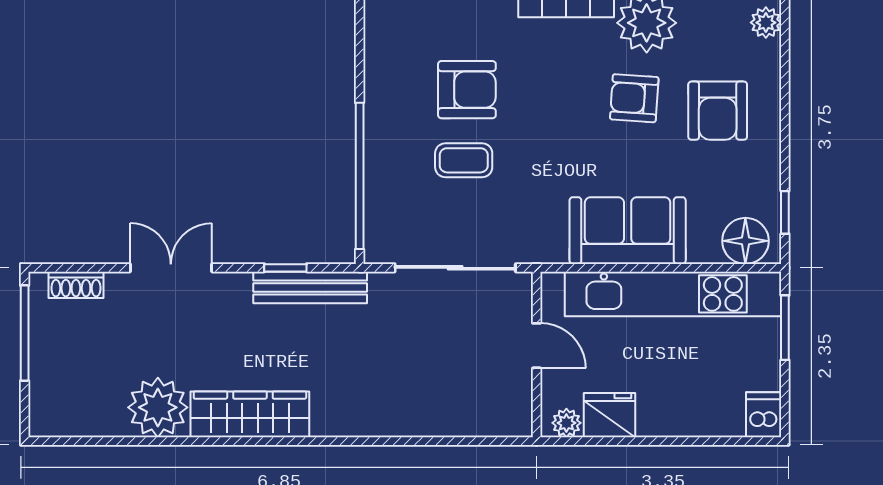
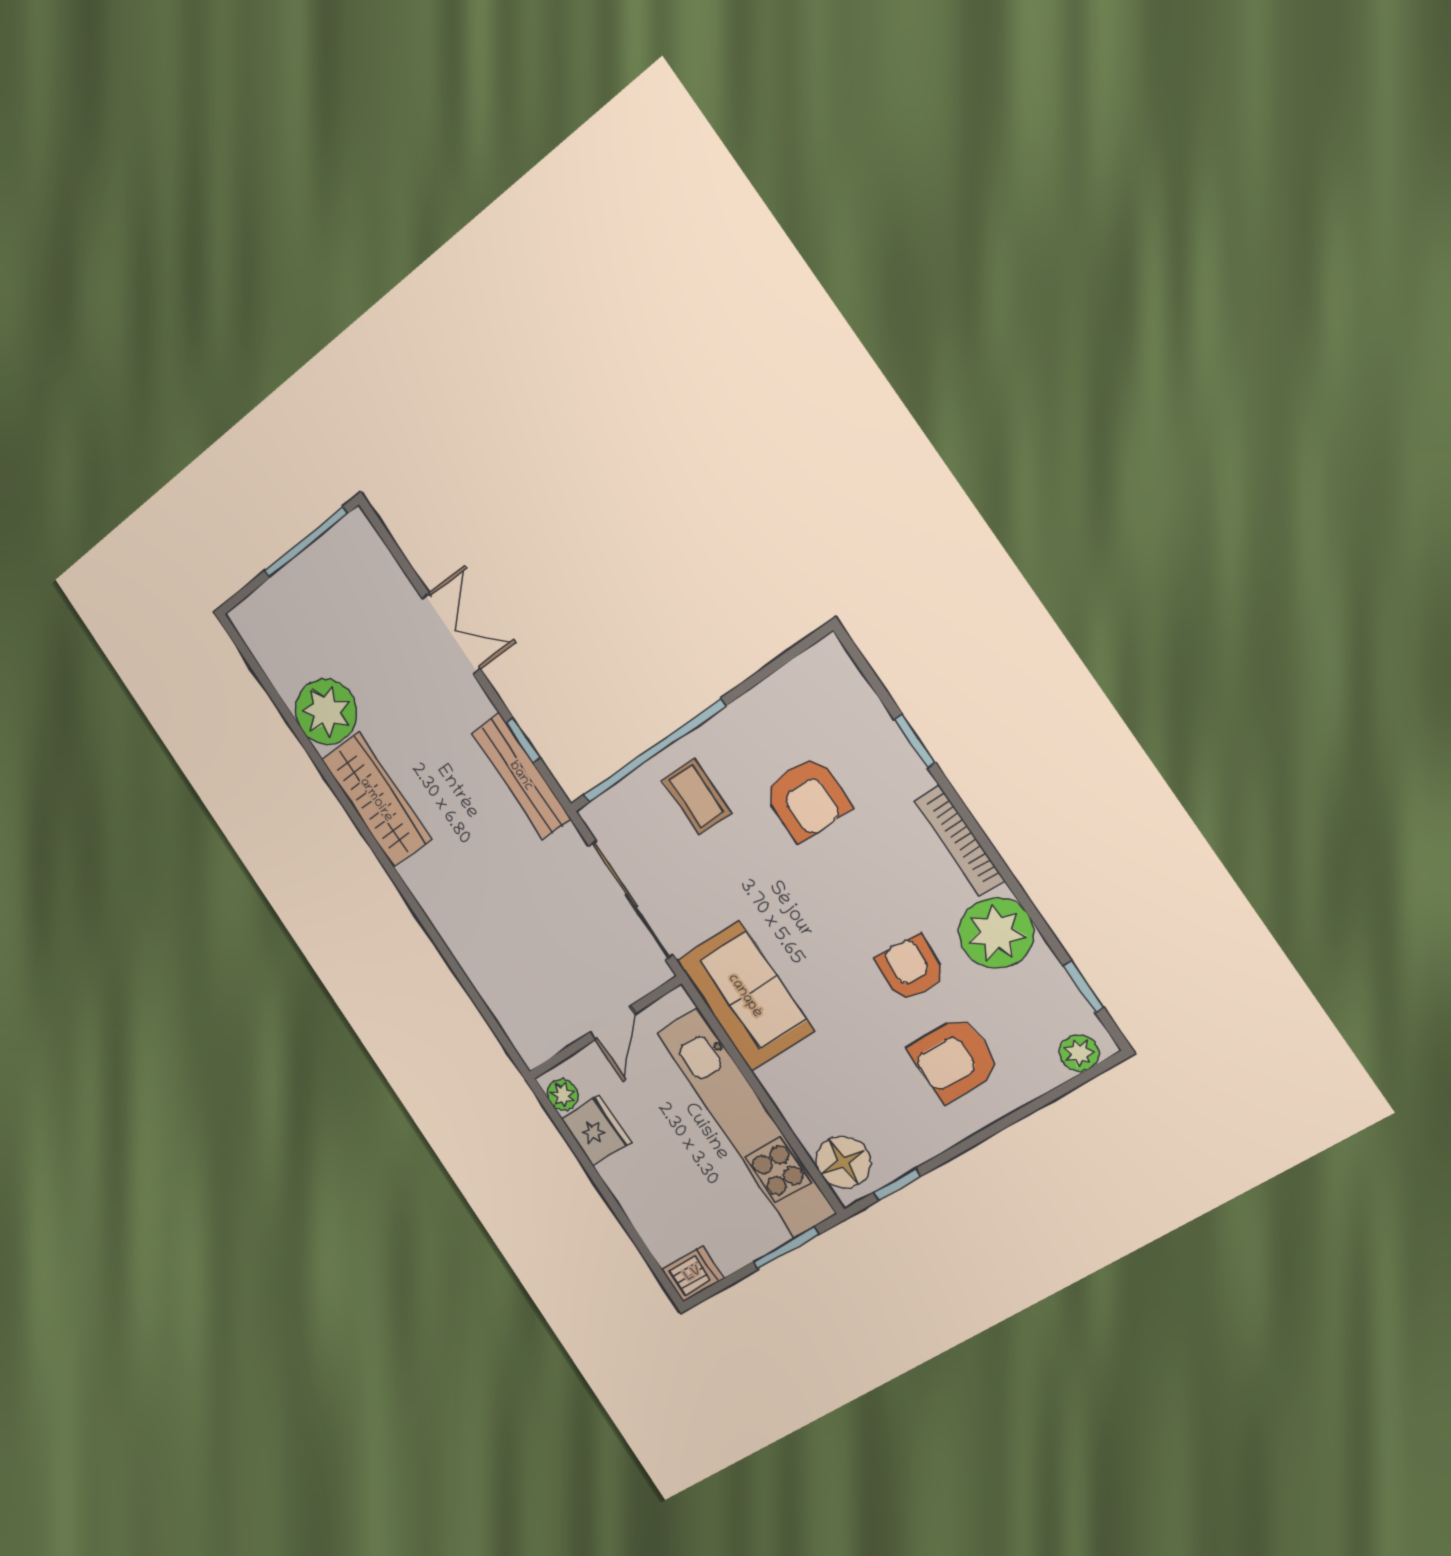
coffee table: (464, 160) -> (697, 796), moved
sofa: (628, 231) -> (745, 996), moved
shoe rack: (76, 285) -> (377, 557), removed

